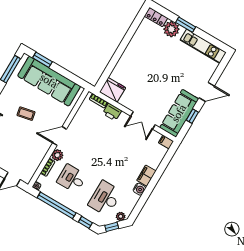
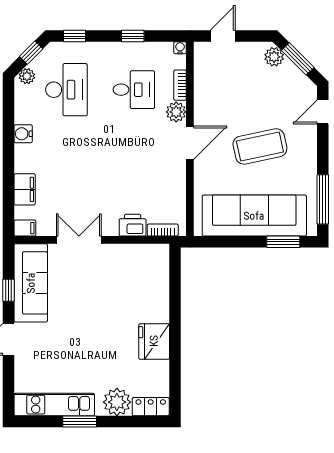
window: (186, 25) -> (80, 421), moved
fridge: (113, 90) -> (154, 341), moved, turned 90
coffee table: (26, 114) -> (260, 146), width x1.86, depth x1.72
filing cabinet: (146, 176) -> (25, 189), moved
window: (57, 205) -> (133, 36), width x0.32

